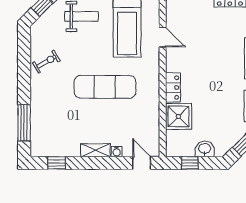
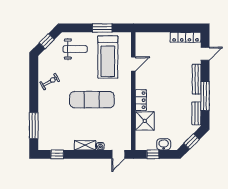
door: (163, 37) -> (133, 64), hinge flipped
door: (142, 163) -> (118, 154), swing flipped

